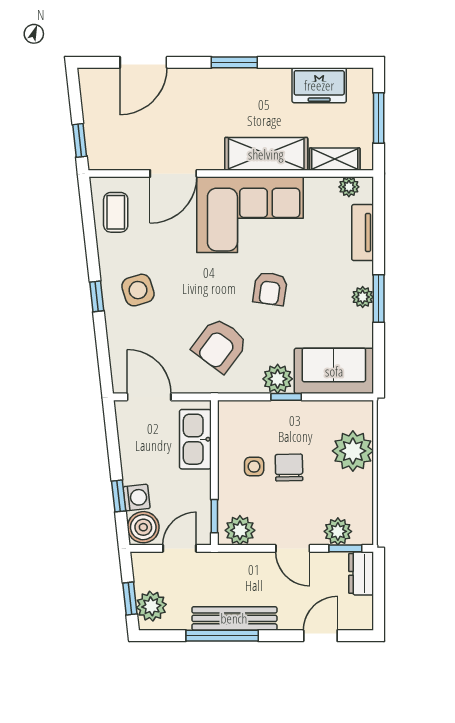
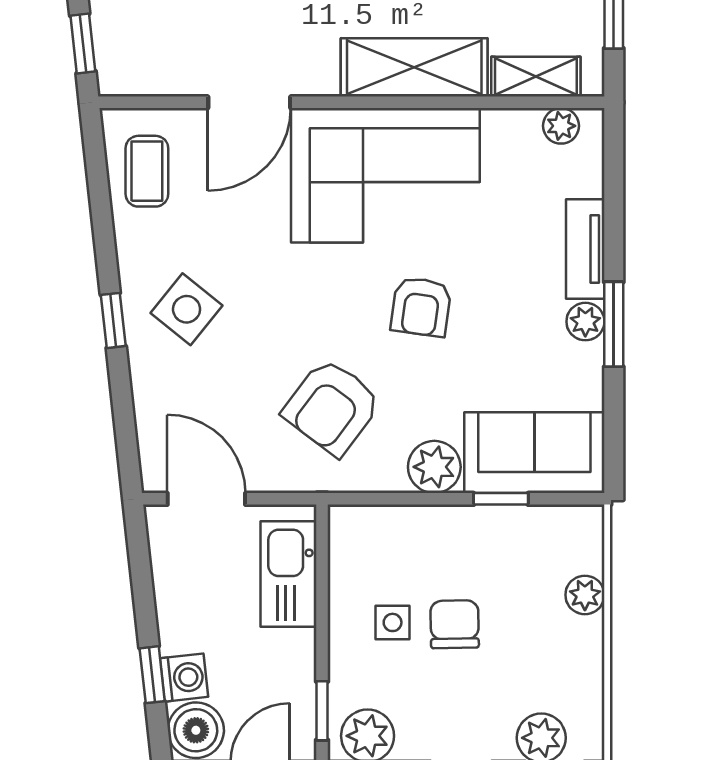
tv unit: (363, 233) -> (585, 249), moved
side table: (138, 290) -> (187, 309), turned -34
window: (286, 397) -> (501, 499), moved
plant: (353, 451) -> (585, 595), width x0.53, depth x0.53

